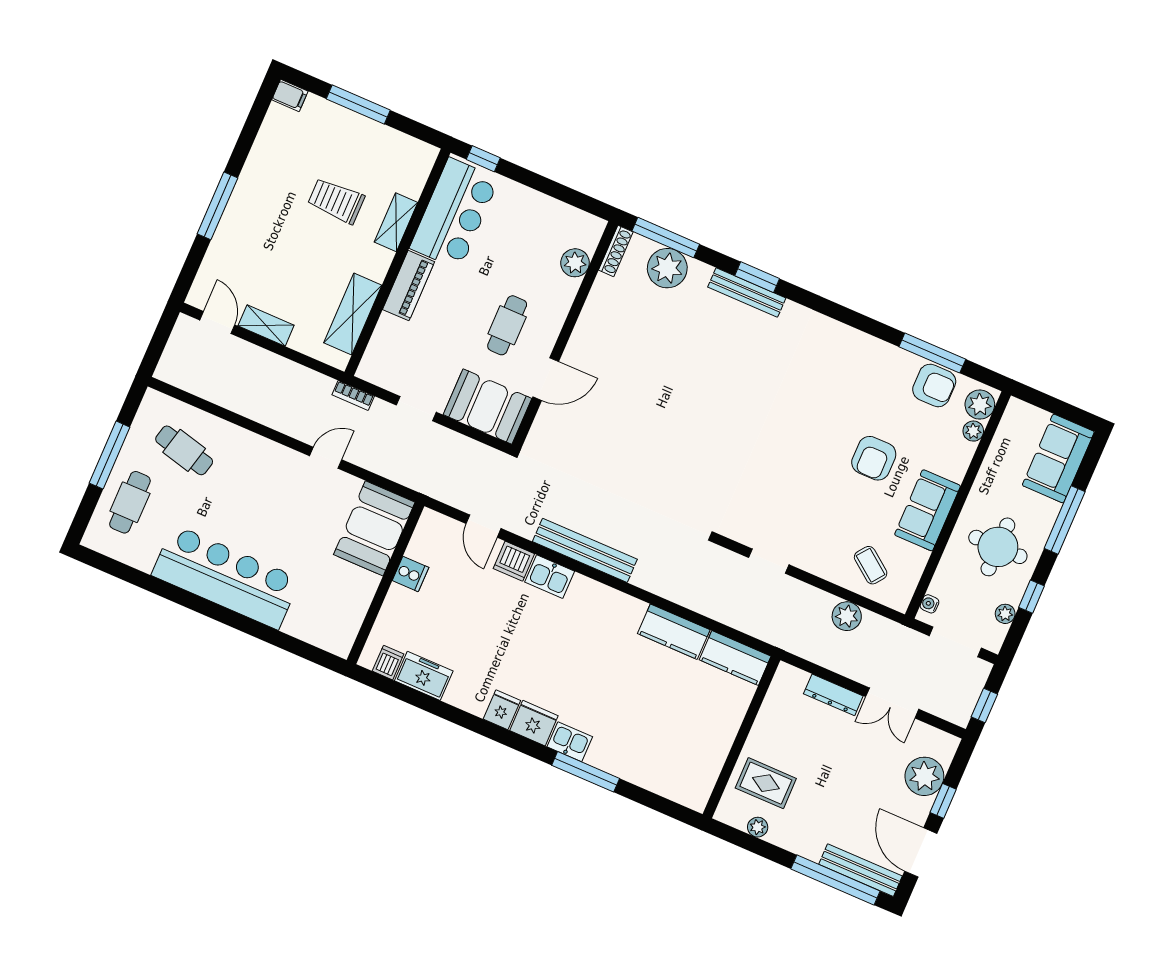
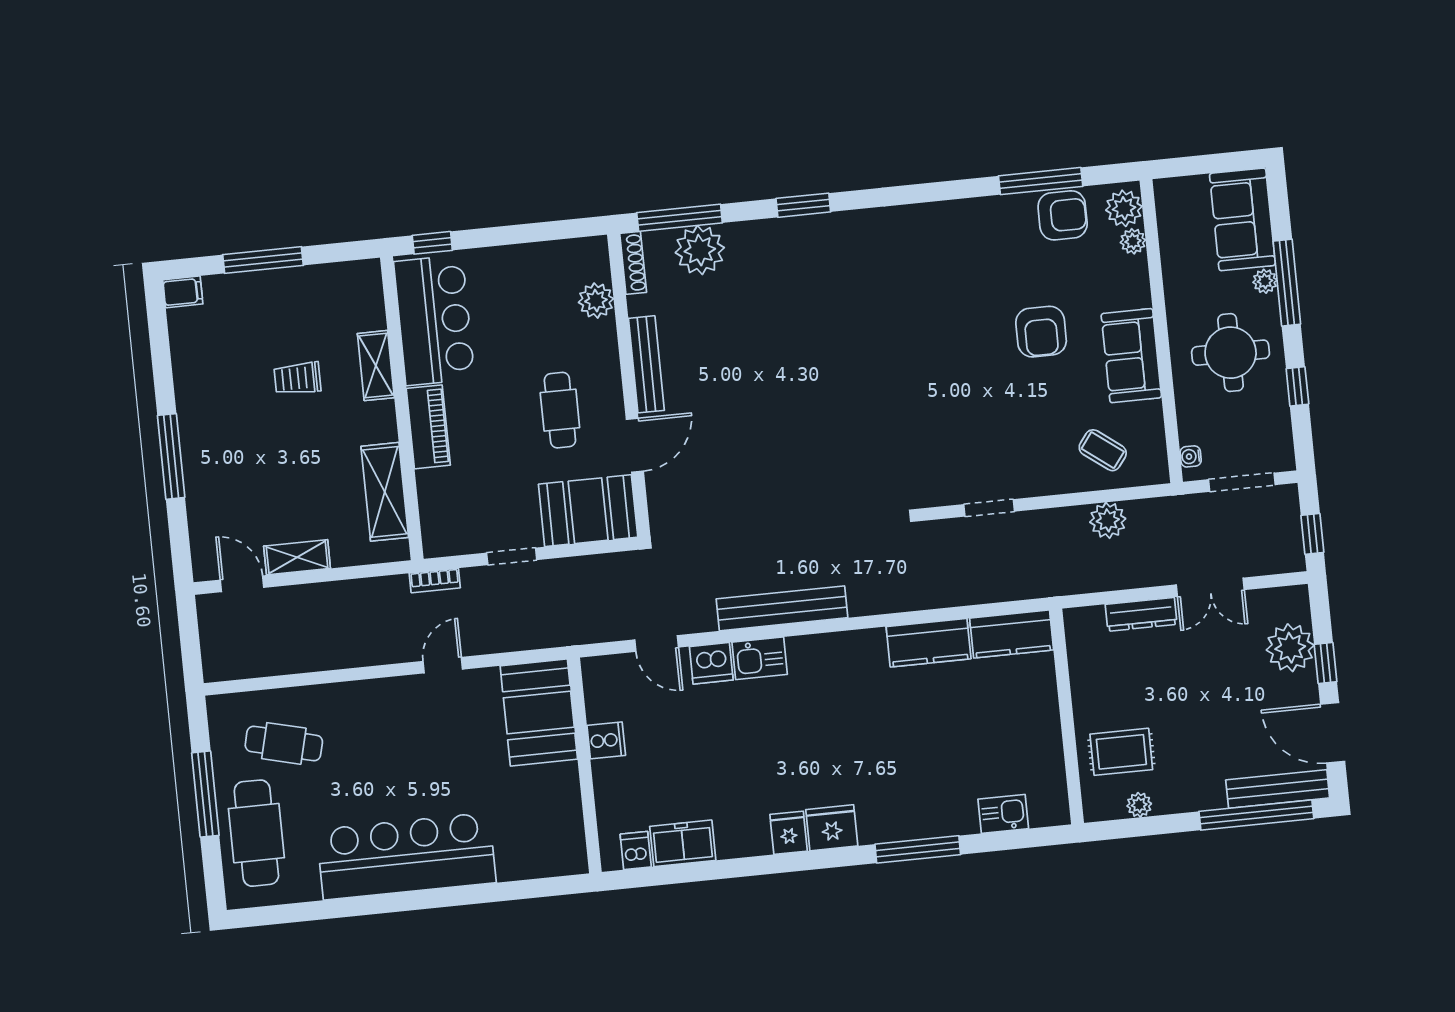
trolley: (336, 201) -> (297, 378), width x0.73, depth x0.72
bench: (747, 293) -> (646, 364), moved, turned 90
cafe table: (130, 502) -> (256, 833), width x1.37, depth x1.35
plant: (1005, 614) -> (1265, 281), moved
kitchen sink: (570, 742) -> (1003, 814), moved

